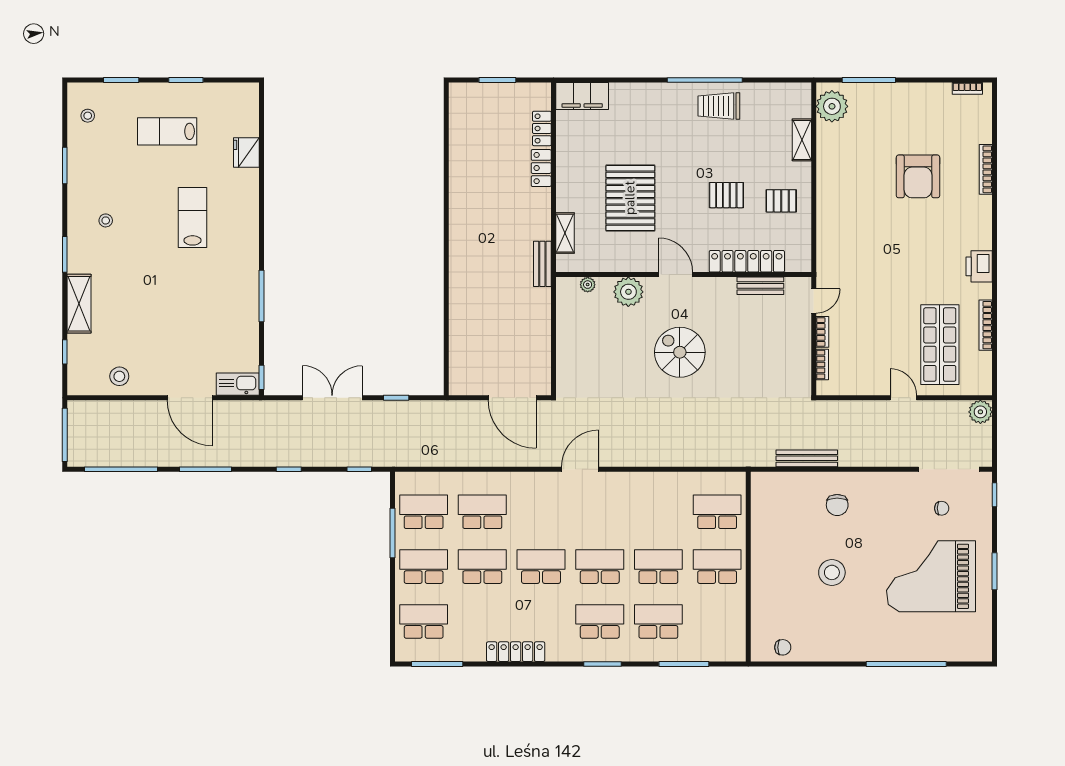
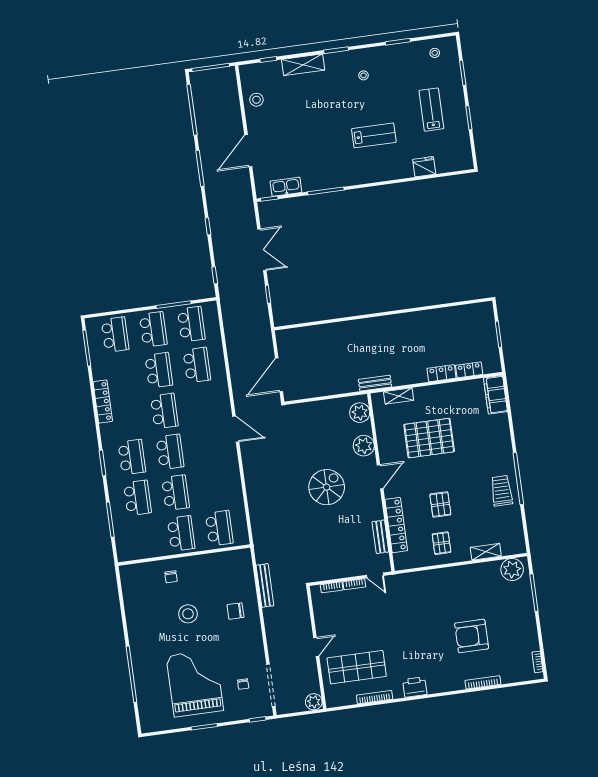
plant: (588, 285) -> (360, 413), width x1.88, depth x1.88
kitchen sink: (238, 384) -> (286, 187), moved, turned -90
chair: (783, 647) -> (171, 577), moved

